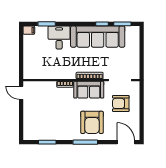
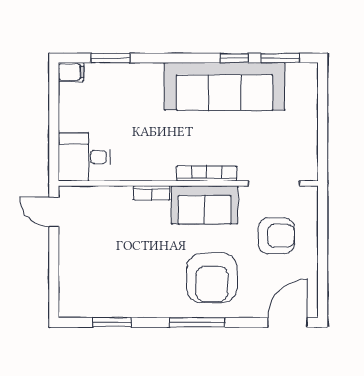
desk: (59, 38) -> (84, 157), moved, turned -90
armchair: (121, 103) -> (276, 236), turned 180
door: (126, 142) -> (287, 322), hinge flipped

